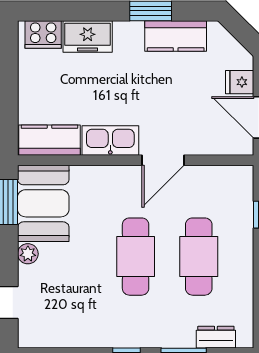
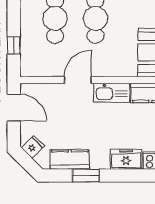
fridge: (240, 82) -> (33, 147), moved, turned -45

